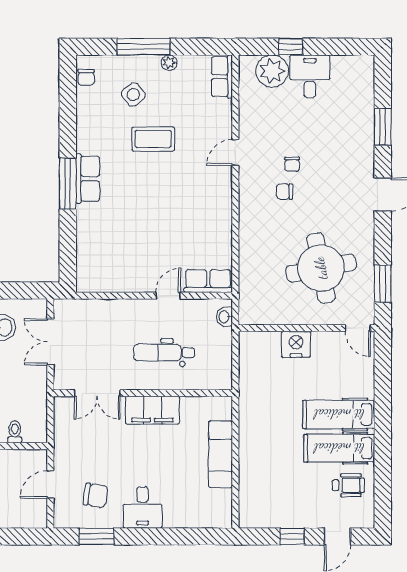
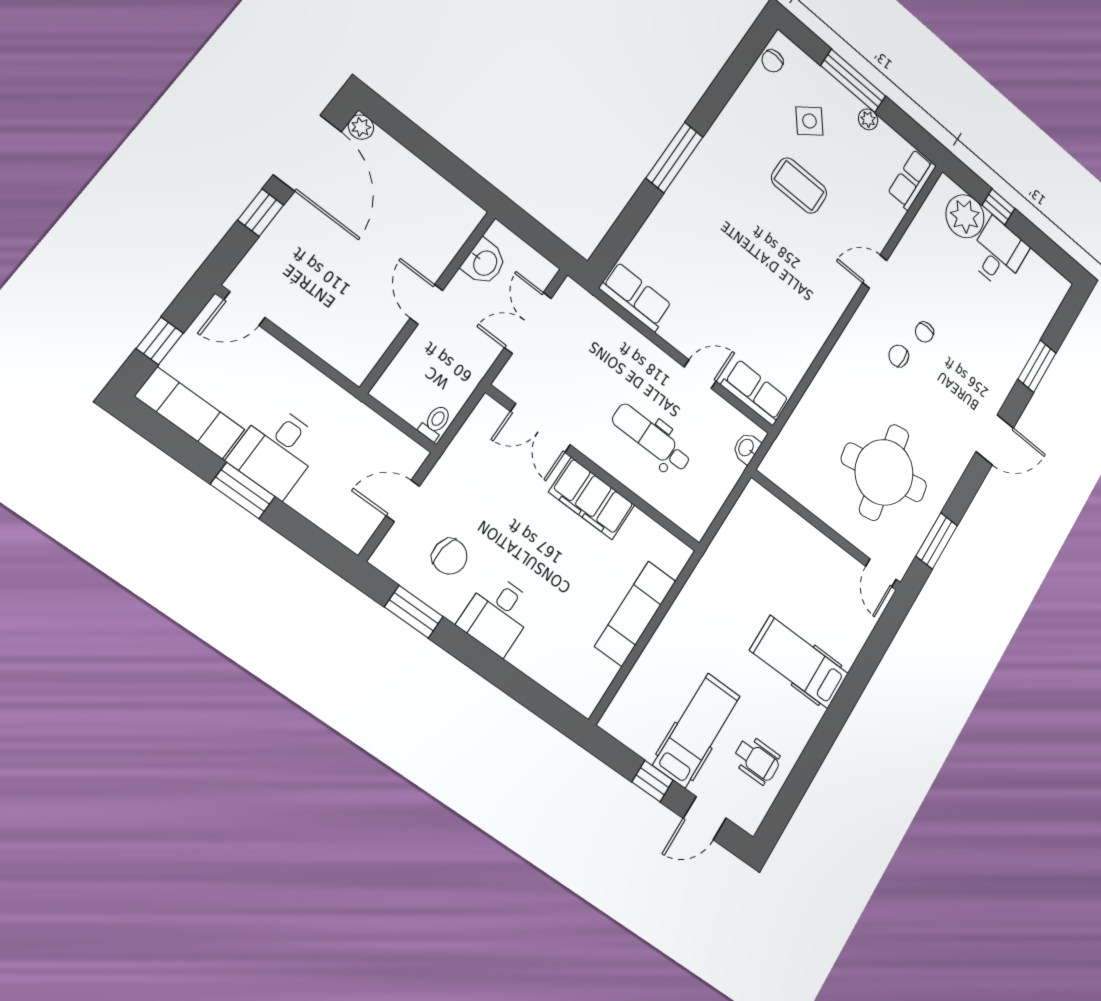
row of seats: (88, 179) -> (636, 297), moved, turned -90
nightstand: (296, 344) -> (804, 541), removed
toilet: (15, 432) -> (435, 423), moved
hospital bed: (339, 448) -> (697, 730), moved, turned 90

